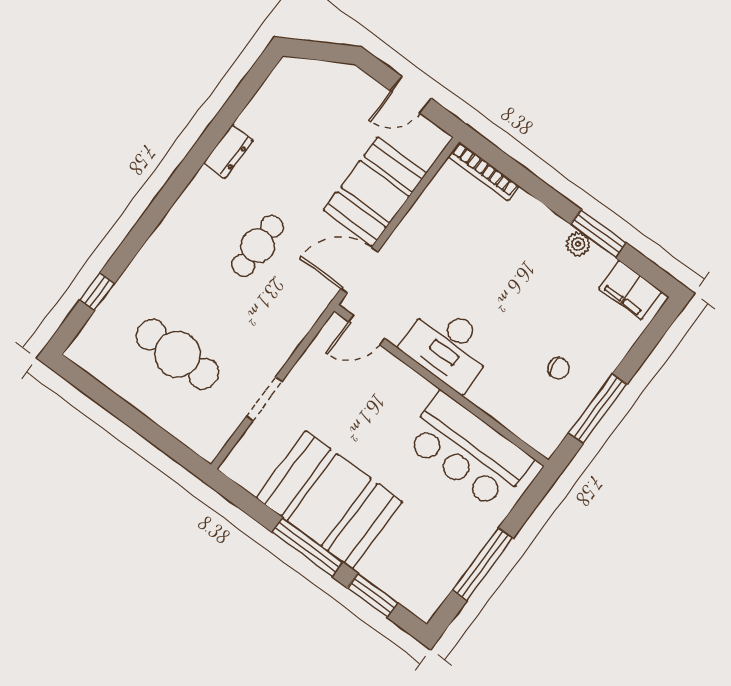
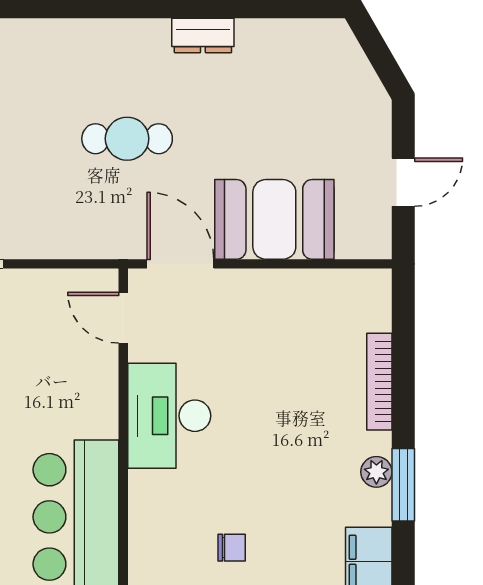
door: (411, 95) -> (403, 182), swing flipped
bookcase: (484, 171) -> (379, 382), moved
chair: (559, 368) -> (232, 548), turned -79

